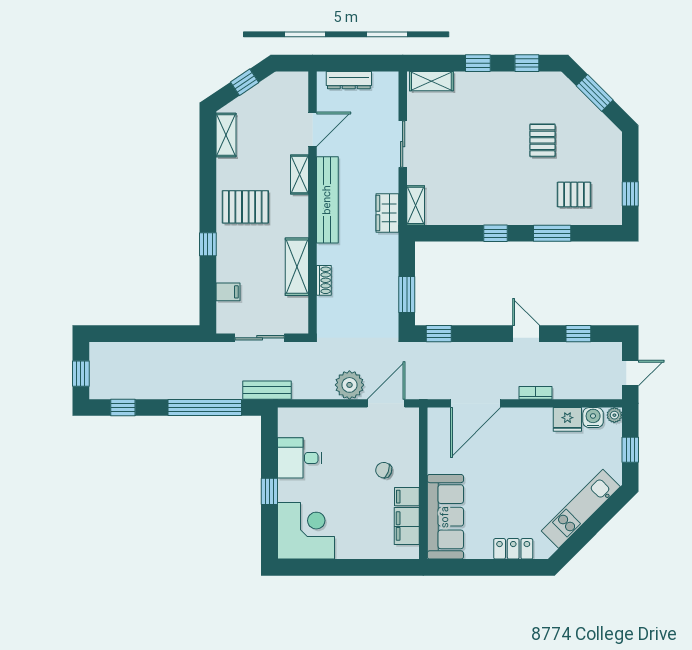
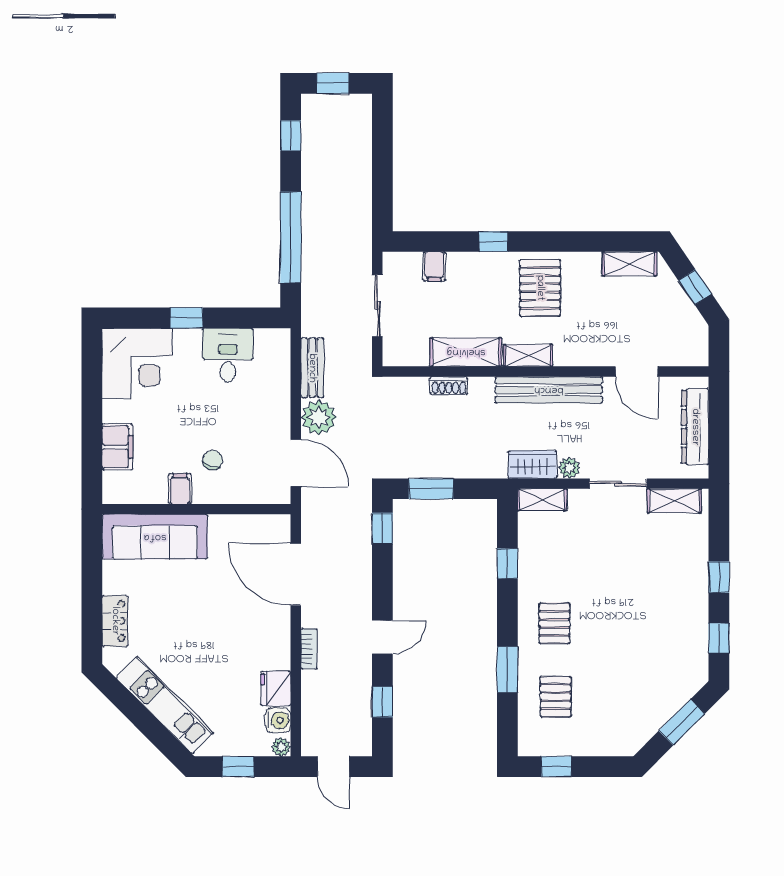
dresser: (349, 80) -> (695, 427), width x1.37, depth x1.24
shelving: (431, 81) -> (674, 501), moved, turned 90
pallet: (542, 140) -> (554, 623), moved, turned 90
shelving: (300, 174) -> (528, 355), moved
plant: (390, 183) -> (569, 468), added
window: (496, 233) -> (507, 563), moved
bench: (267, 390) -> (312, 368), moved
filing cabinet: (407, 526) -> (117, 447), moved, turned 90

